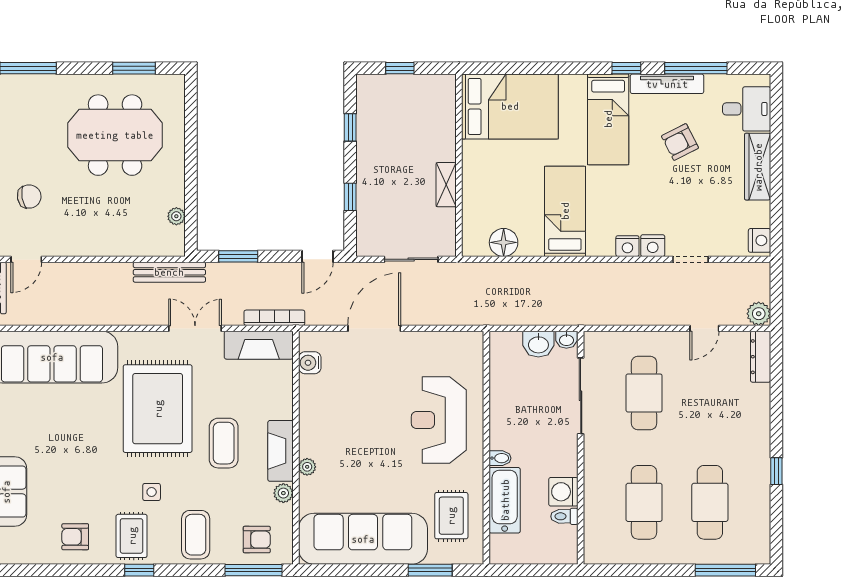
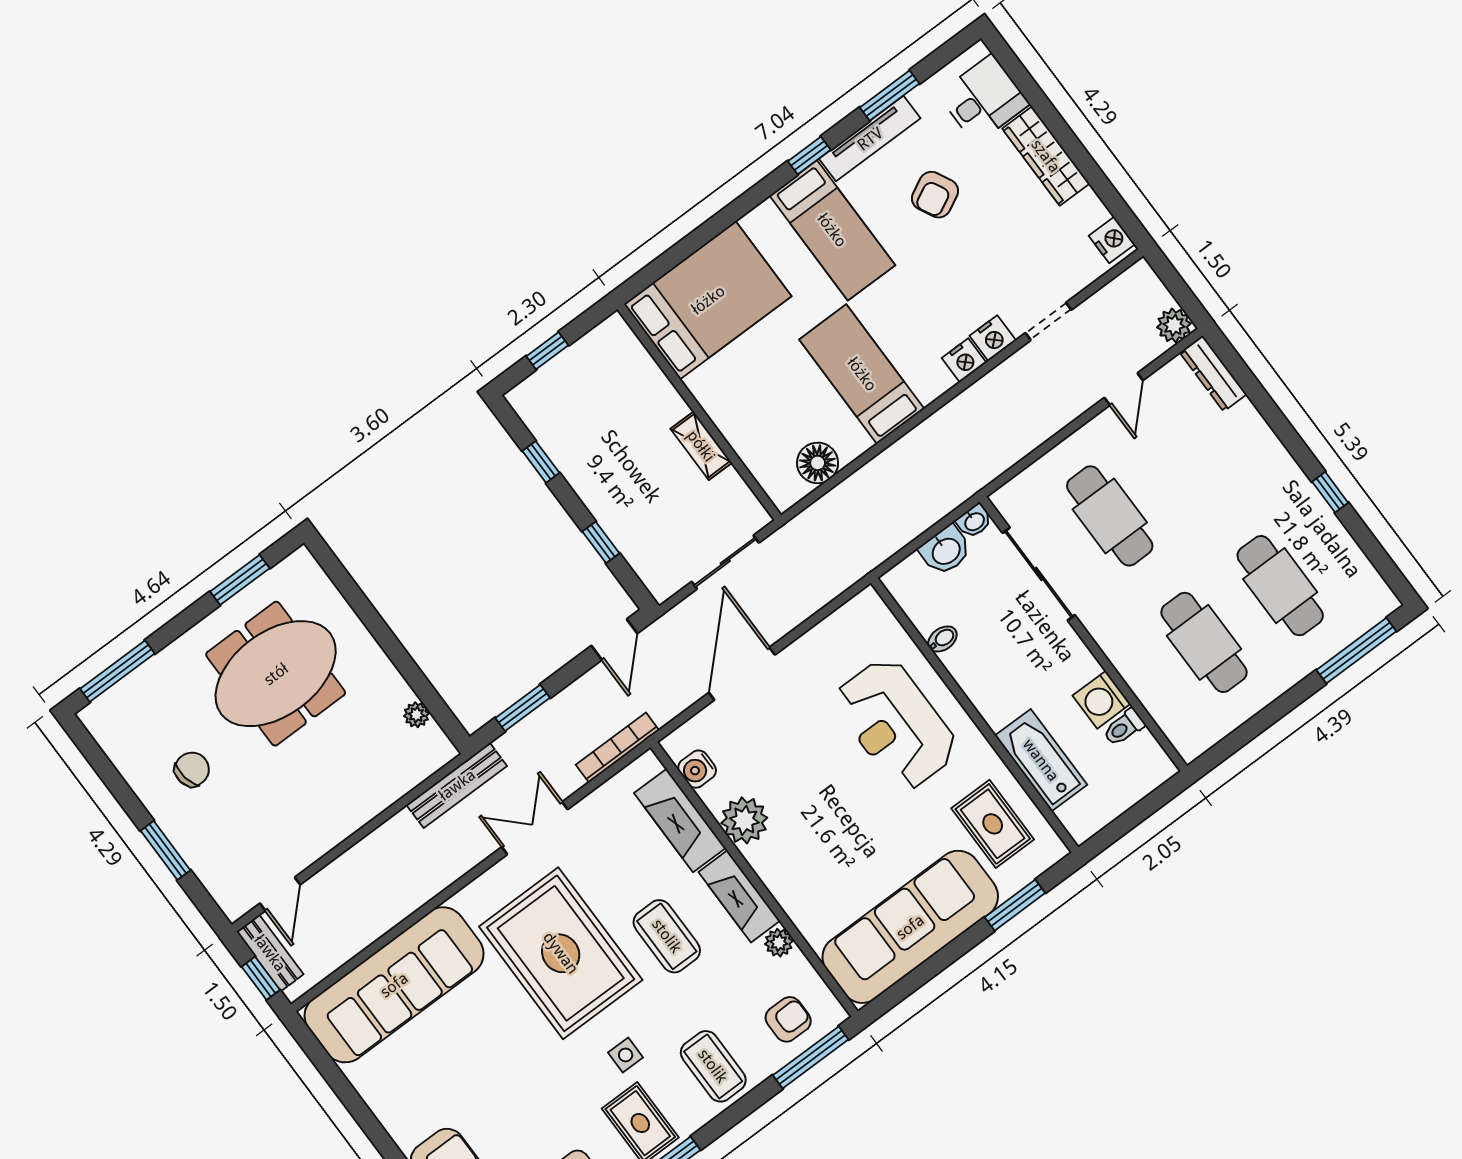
window: (696, 68) -> (890, 96), width x0.69
chair: (29, 196) -> (192, 769), moved
fireplace: (259, 345) -> (680, 820), moved, turned 90
bidet: (500, 458) -> (942, 639), moved
plant: (307, 467) -> (744, 820), moved, width x1.87, depth x1.87

